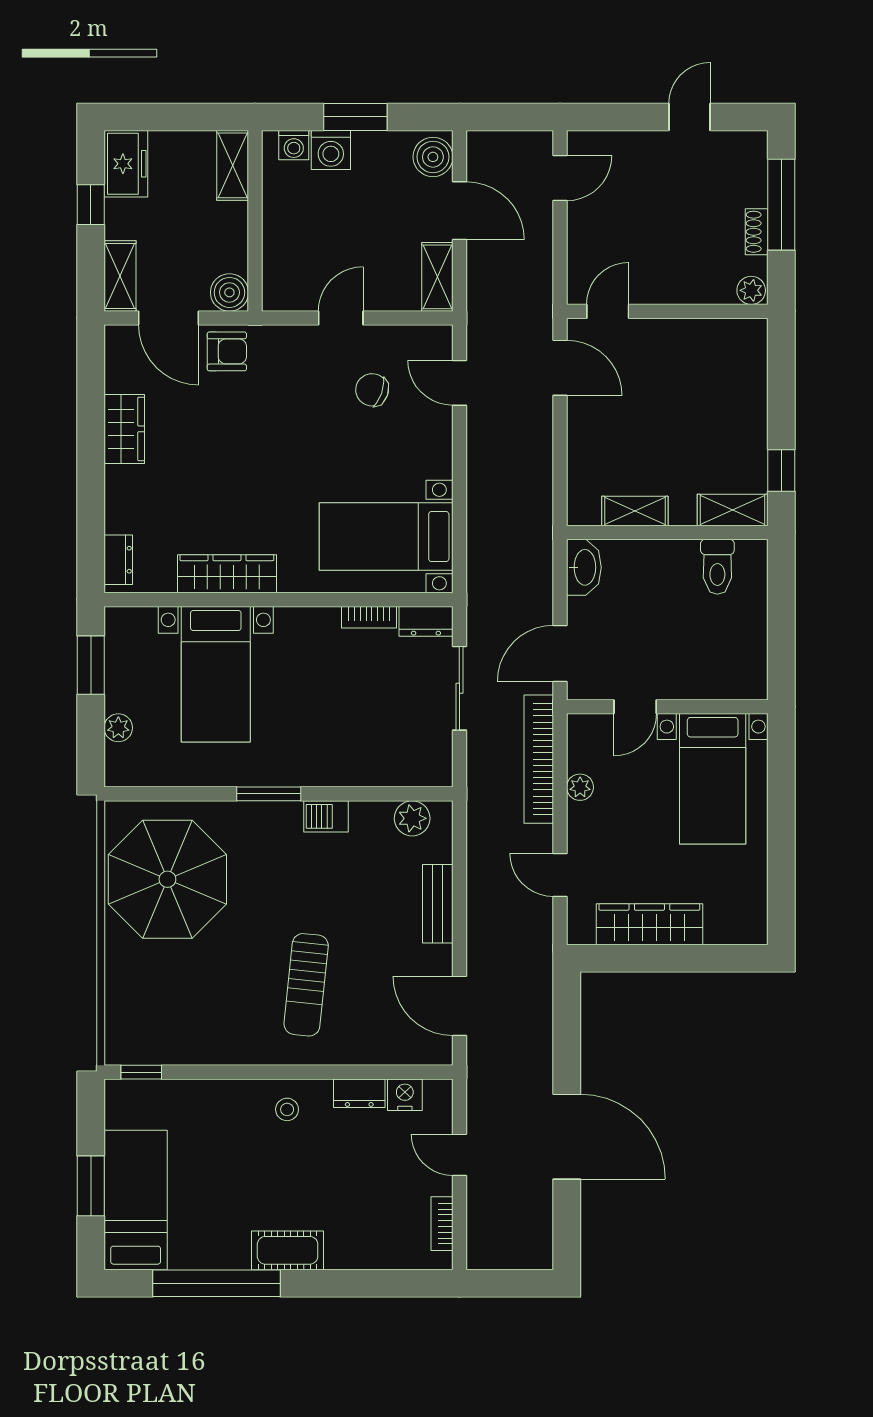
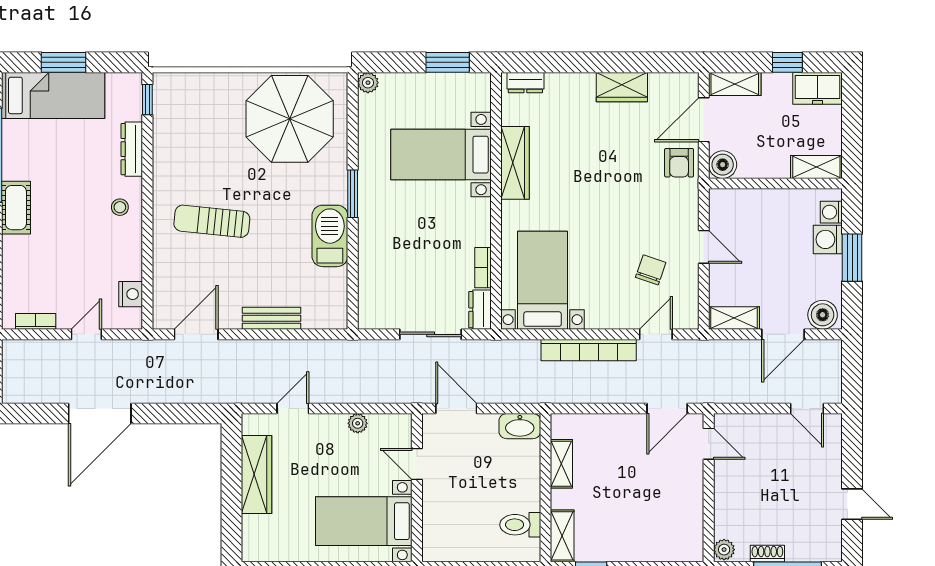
plant: (118, 728) -> (368, 83), moved
bookcase: (539, 759) -> (589, 350), moved, turned 180
barbecue: (326, 816) -> (330, 236), width x1.88, depth x1.53
plant: (412, 818) -> (335, 299), removed
dresser: (359, 1093) -> (132, 149), moved, width x1.44

